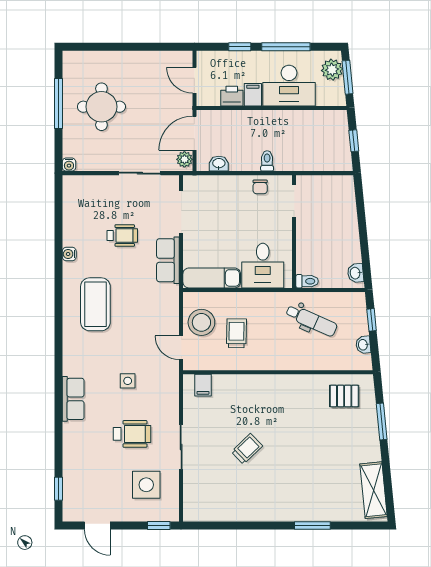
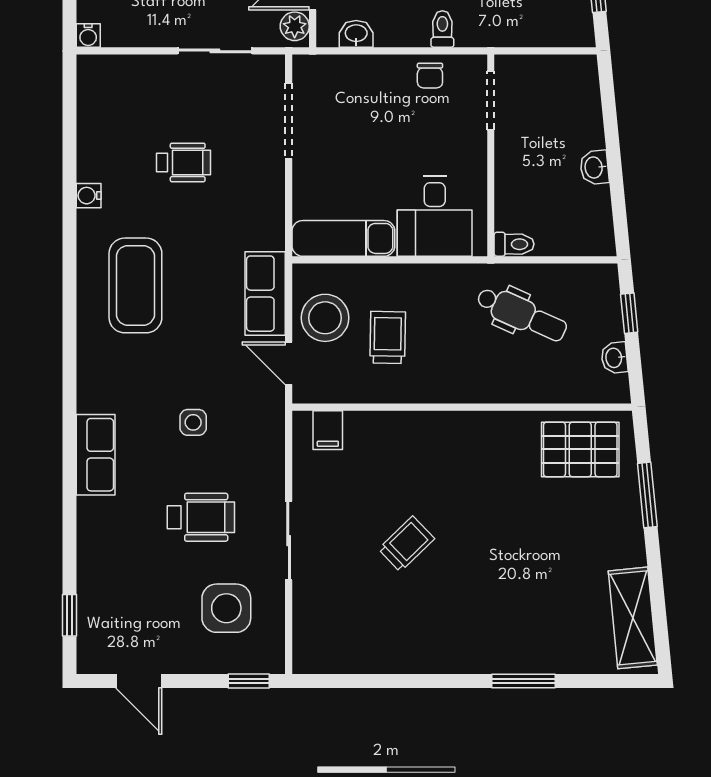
row of seats: (168, 260) -> (265, 294), moved
washbasin: (356, 273) -> (594, 167), moved
pallet: (344, 396) -> (580, 449), width x1.50, depth x1.42

